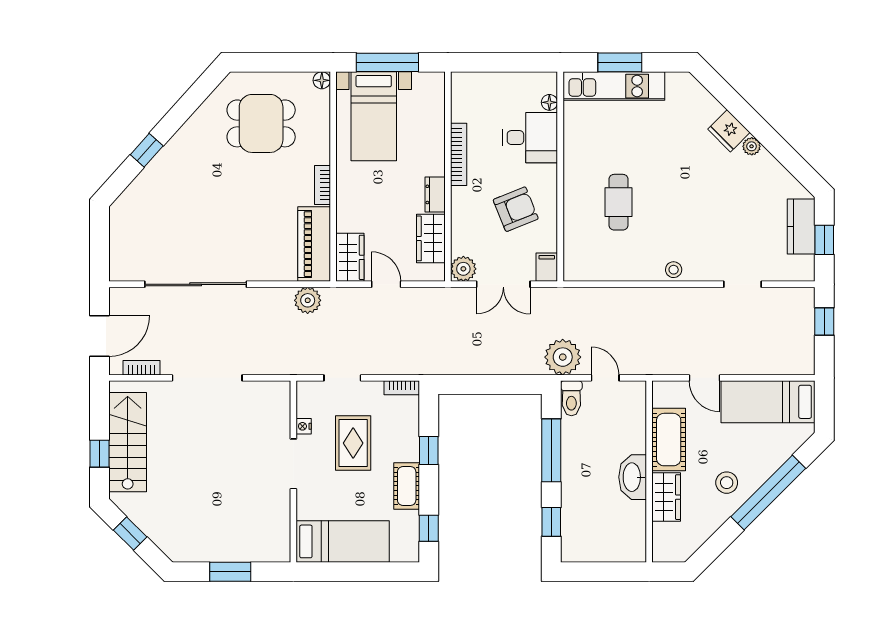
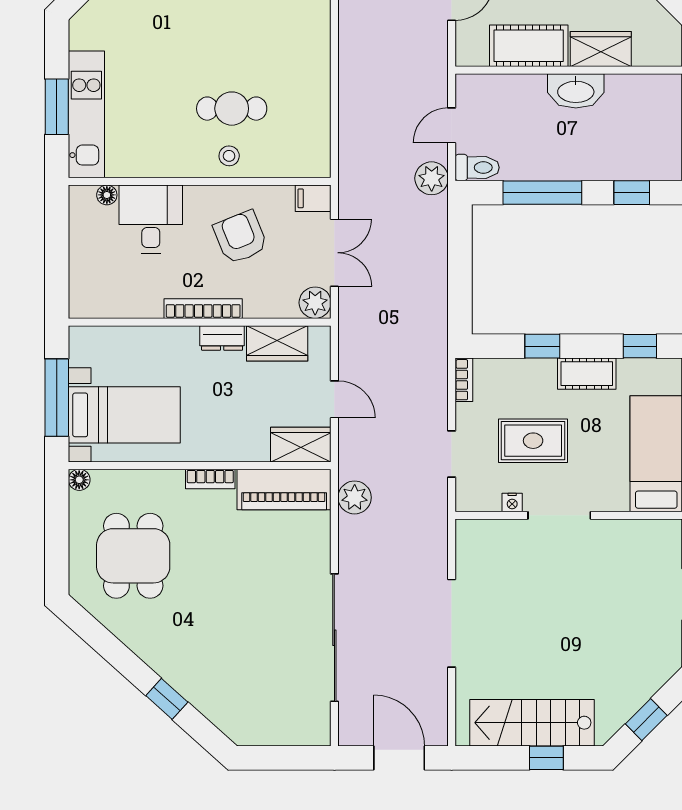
bookcase: (459, 154) -> (203, 309), moved
stool: (674, 270) -> (229, 156), moved
door: (386, 284) -> (334, 399), swing flipped
plant: (563, 357) -> (432, 178), width x0.73, depth x0.73
bookcase: (142, 368) -> (439, 705), removed

